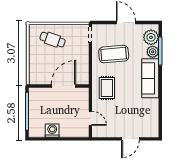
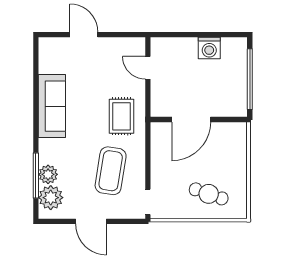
coffee table: (114, 54) -> (111, 171), turned -76
sofa: (150, 78) -> (52, 106), moved
door: (130, 139) -> (84, 35), hinge flipped

